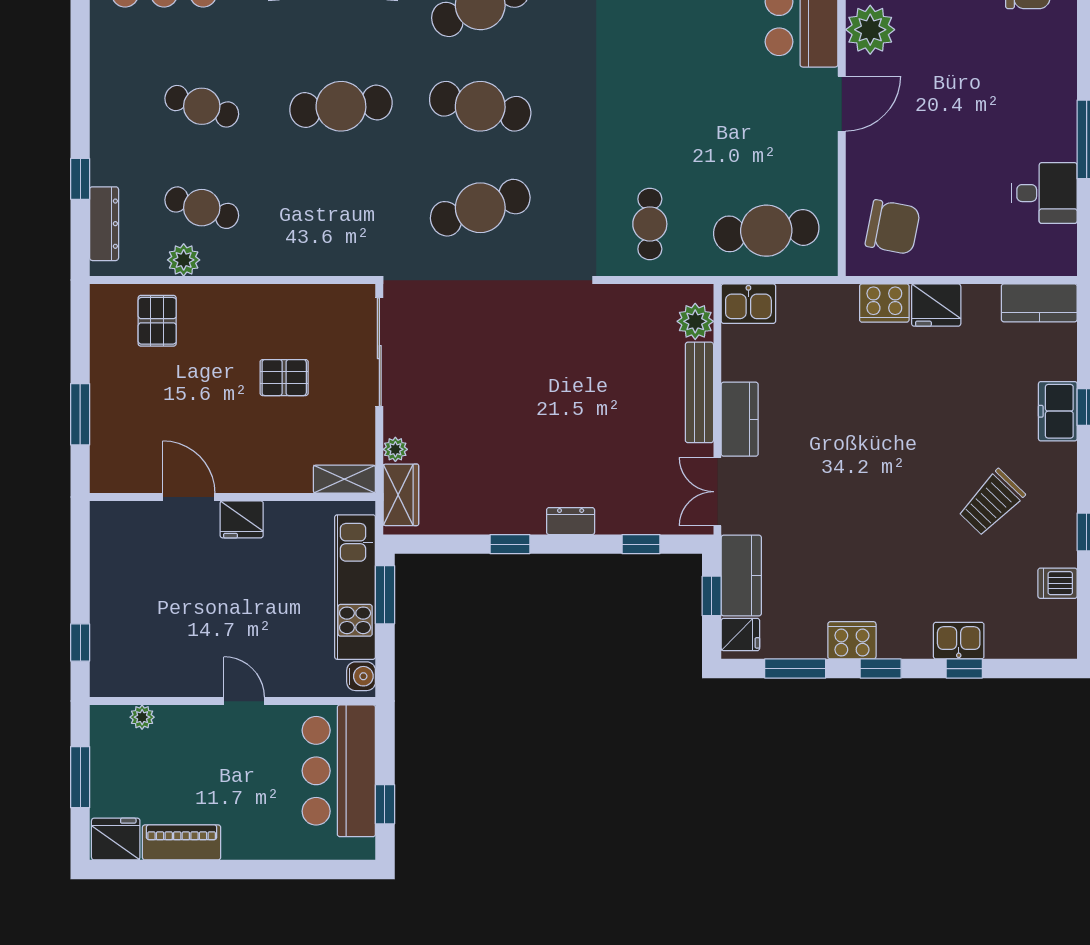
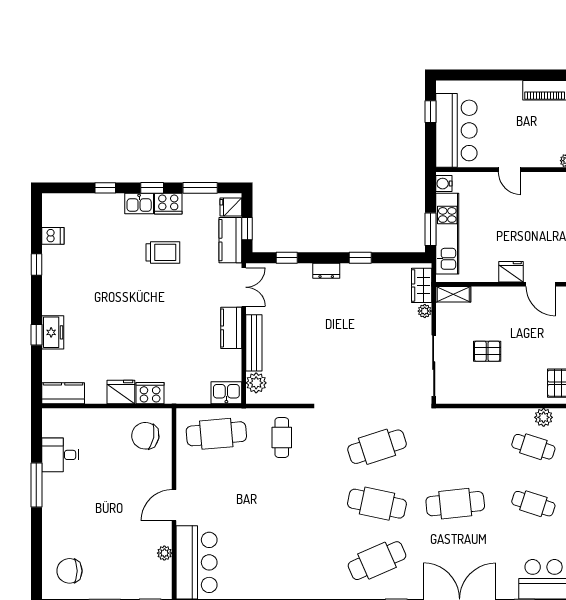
plant: (870, 30) -> (164, 553), width x0.53, depth x0.53
trolley: (991, 503) -> (163, 252), moved, turned 46
kitchen sink: (959, 641) -> (139, 204), moved

